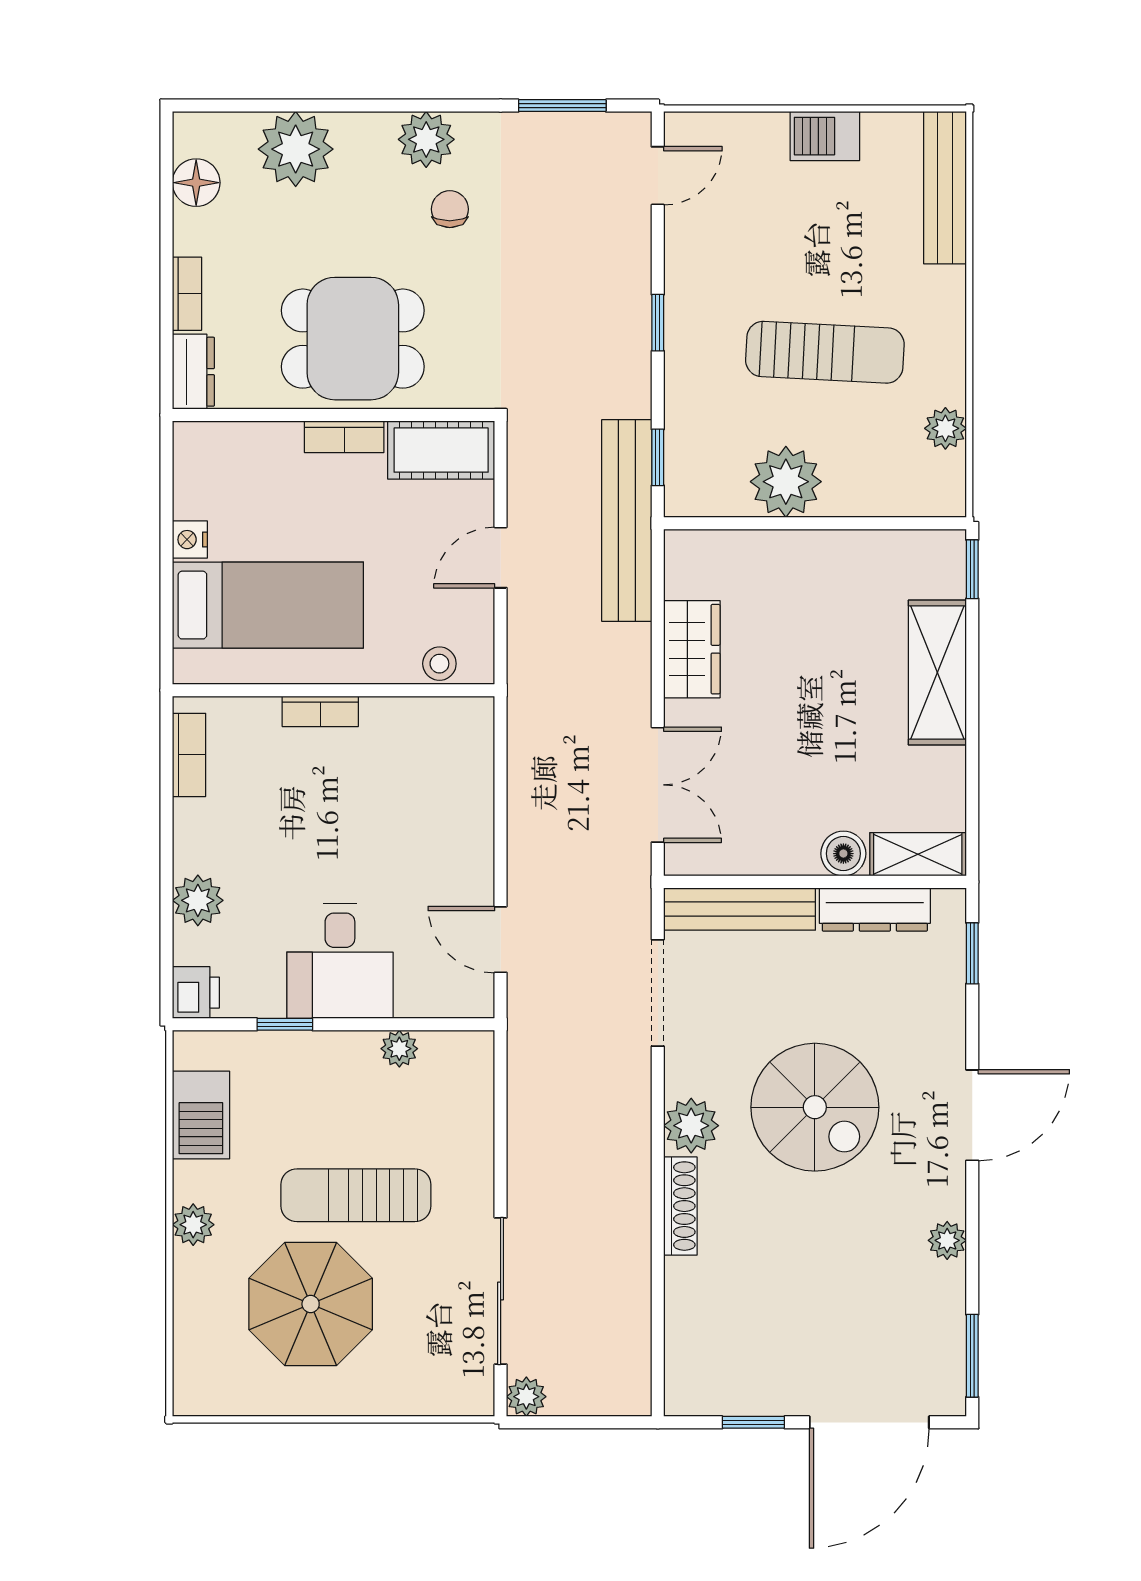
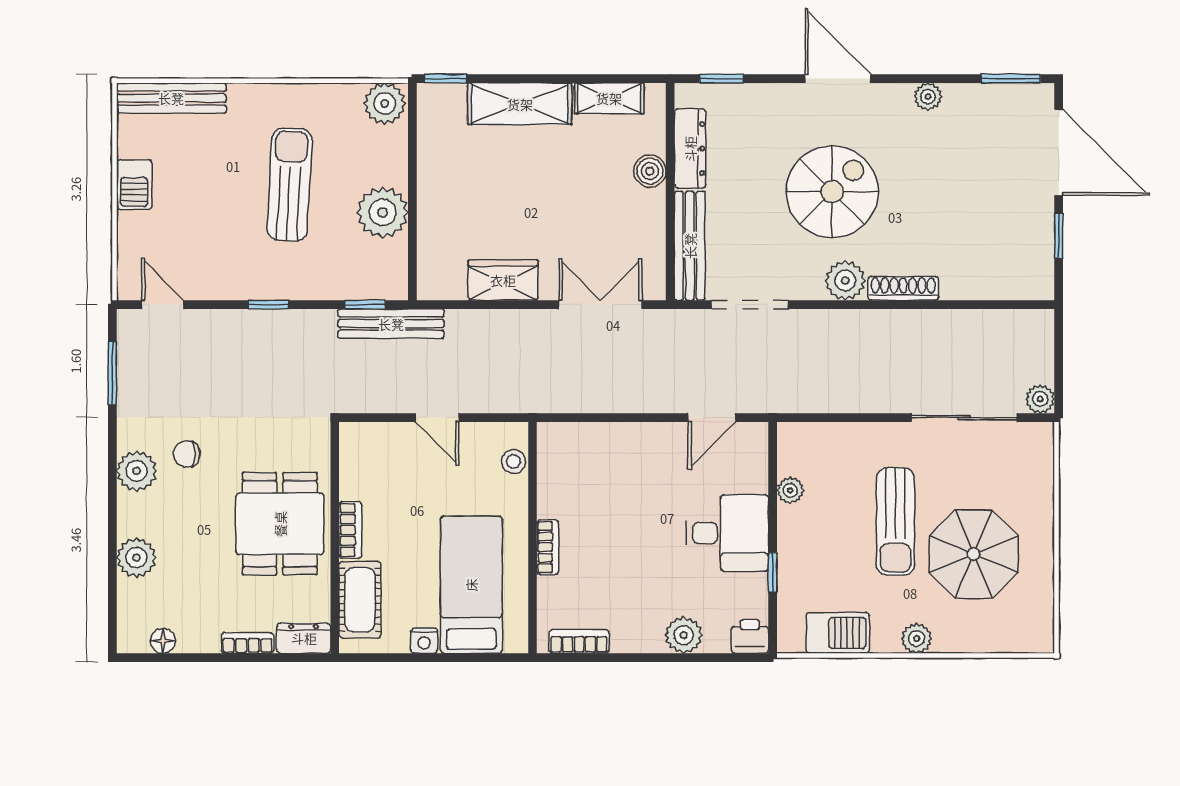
plant: (296, 149) -> (136, 558), width x0.73, depth x0.73
floor lamp: (196, 183) -> (163, 641), width x0.73, depth x0.73
plant: (945, 428) -> (385, 103), moved, width x1.38, depth x1.38
cot: (441, 450) -> (360, 600), moved
bench: (627, 520) -> (391, 324), width x0.73, depth x0.82
shelving: (918, 854) -> (609, 98), moved, turned 90

